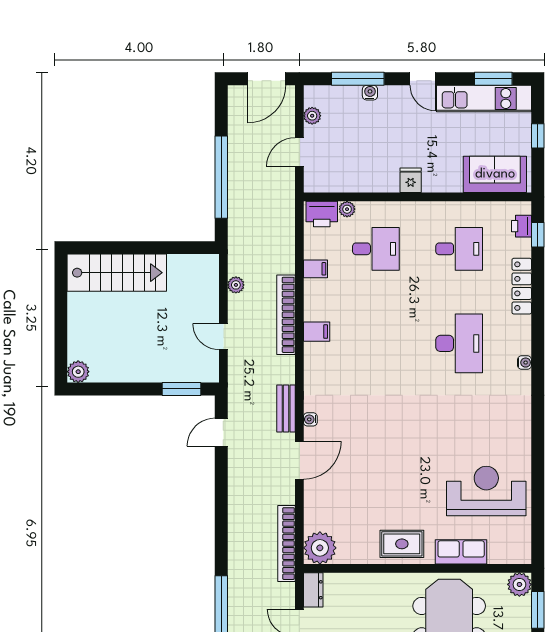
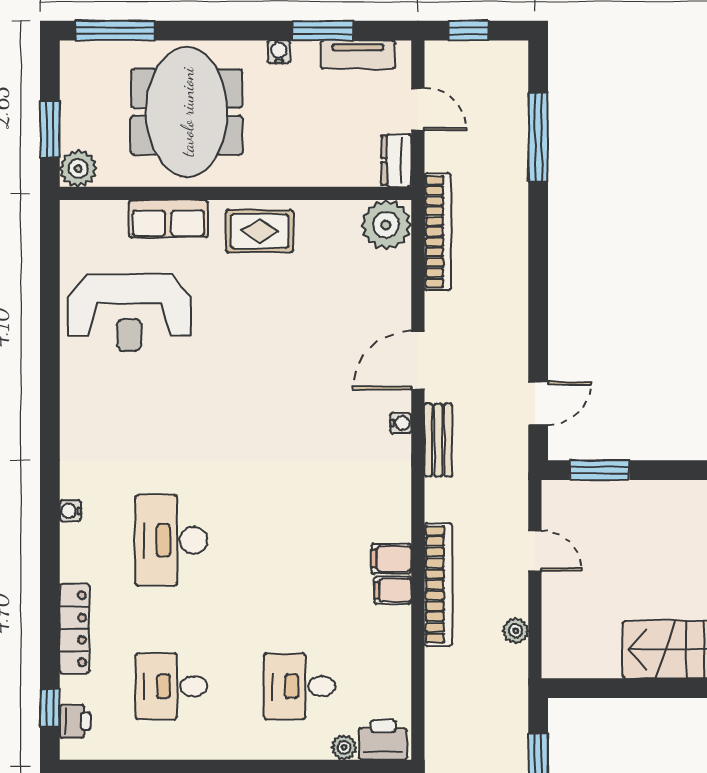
filing cabinet: (316, 269) -> (393, 590), moved

